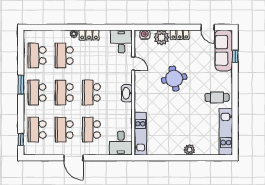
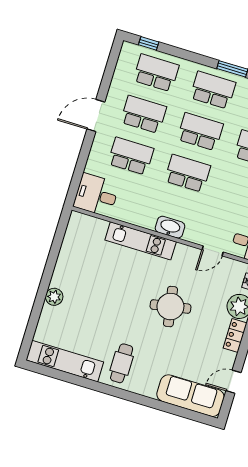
window: (235, 56) -> (176, 410), removed
kitchen unit: (140, 134) -> (141, 241), moved

